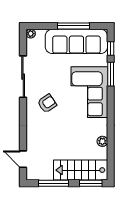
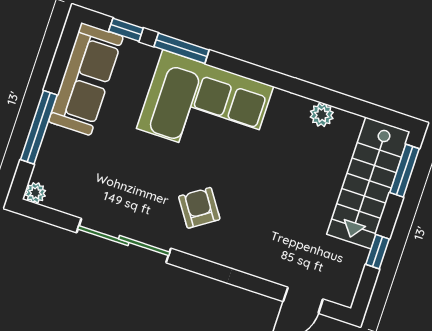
window: (74, 26) -> (39, 127), moved
sofa: (76, 41) -> (86, 79), width x0.74, depth x0.79
window: (53, 183) -> (378, 252), width x0.46

